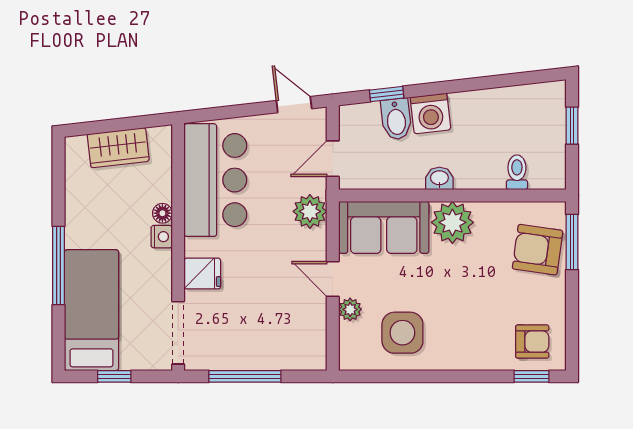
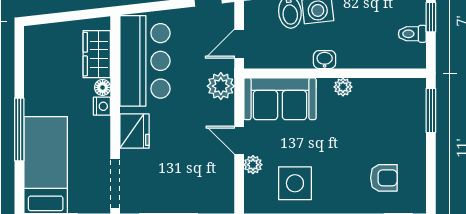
wardrobe: (118, 148) -> (97, 54), moved, turned 97
toilet: (517, 172) -> (412, 34), moved, turned -90
plant: (452, 222) -> (343, 87), width x0.53, depth x0.53
armchair: (538, 250) -> (403, 117), removed
fridge: (202, 274) -> (135, 131), width x1.38
armchair: (532, 342) -> (384, 178), moved

